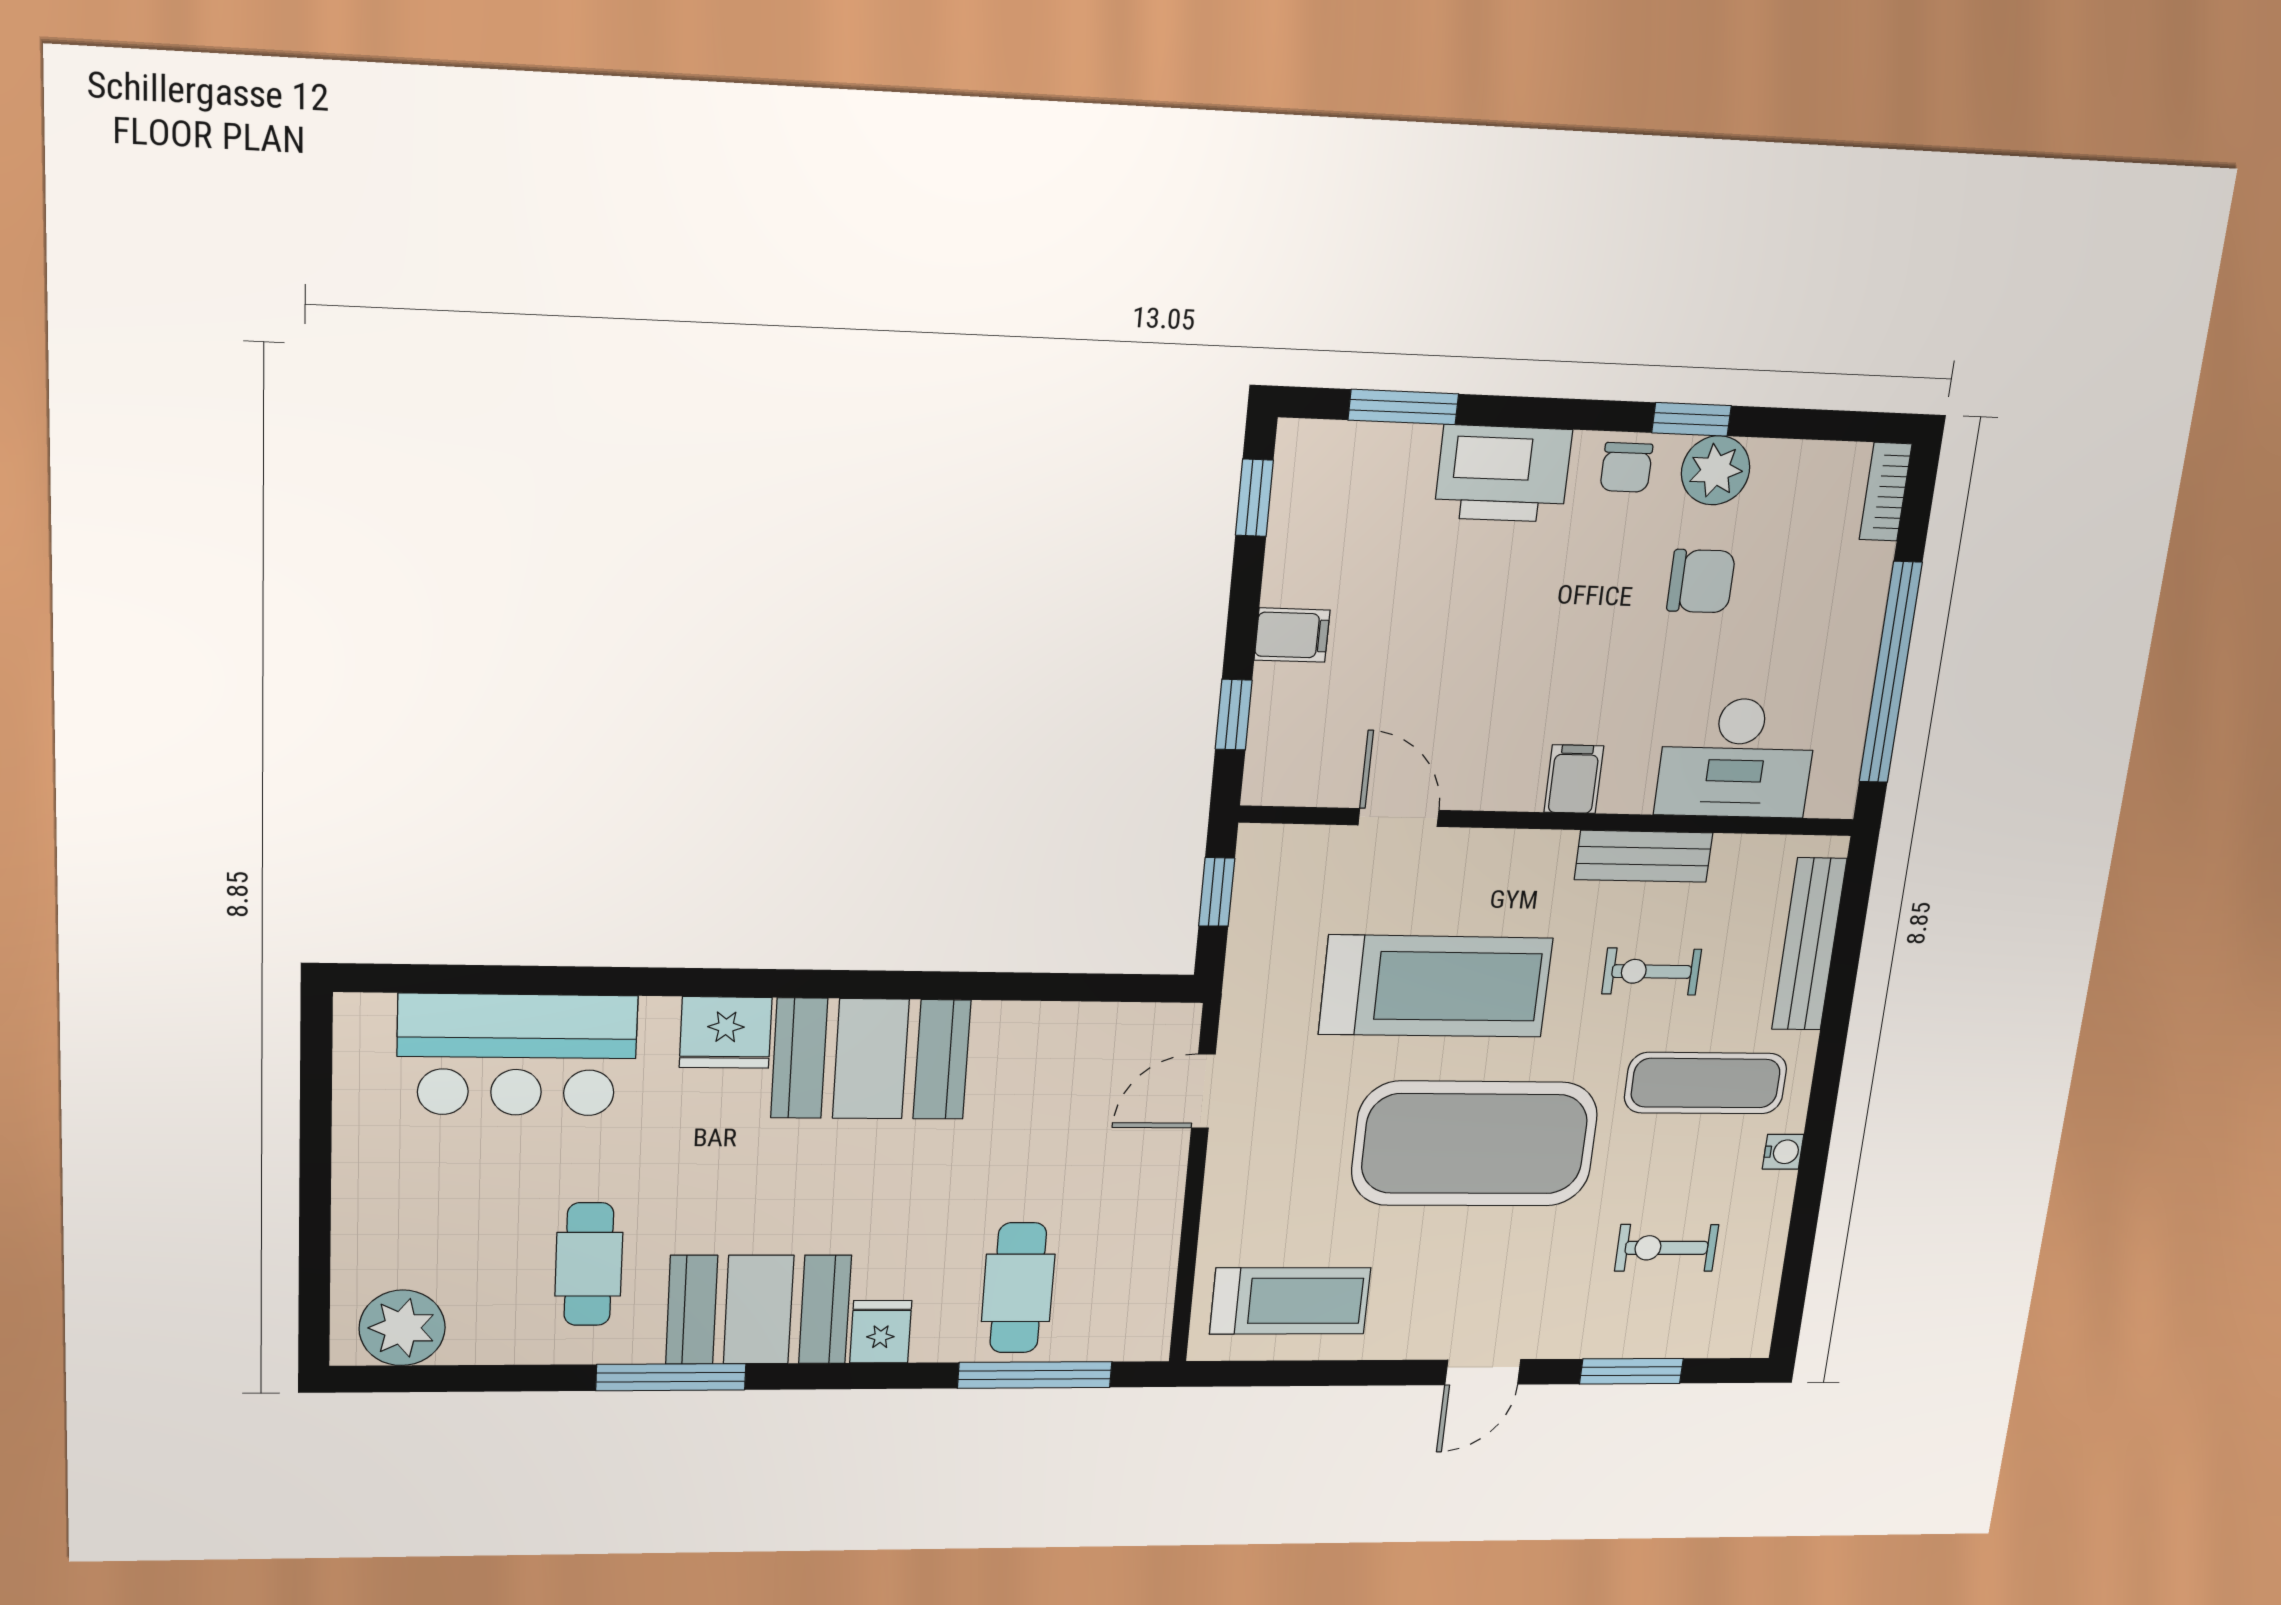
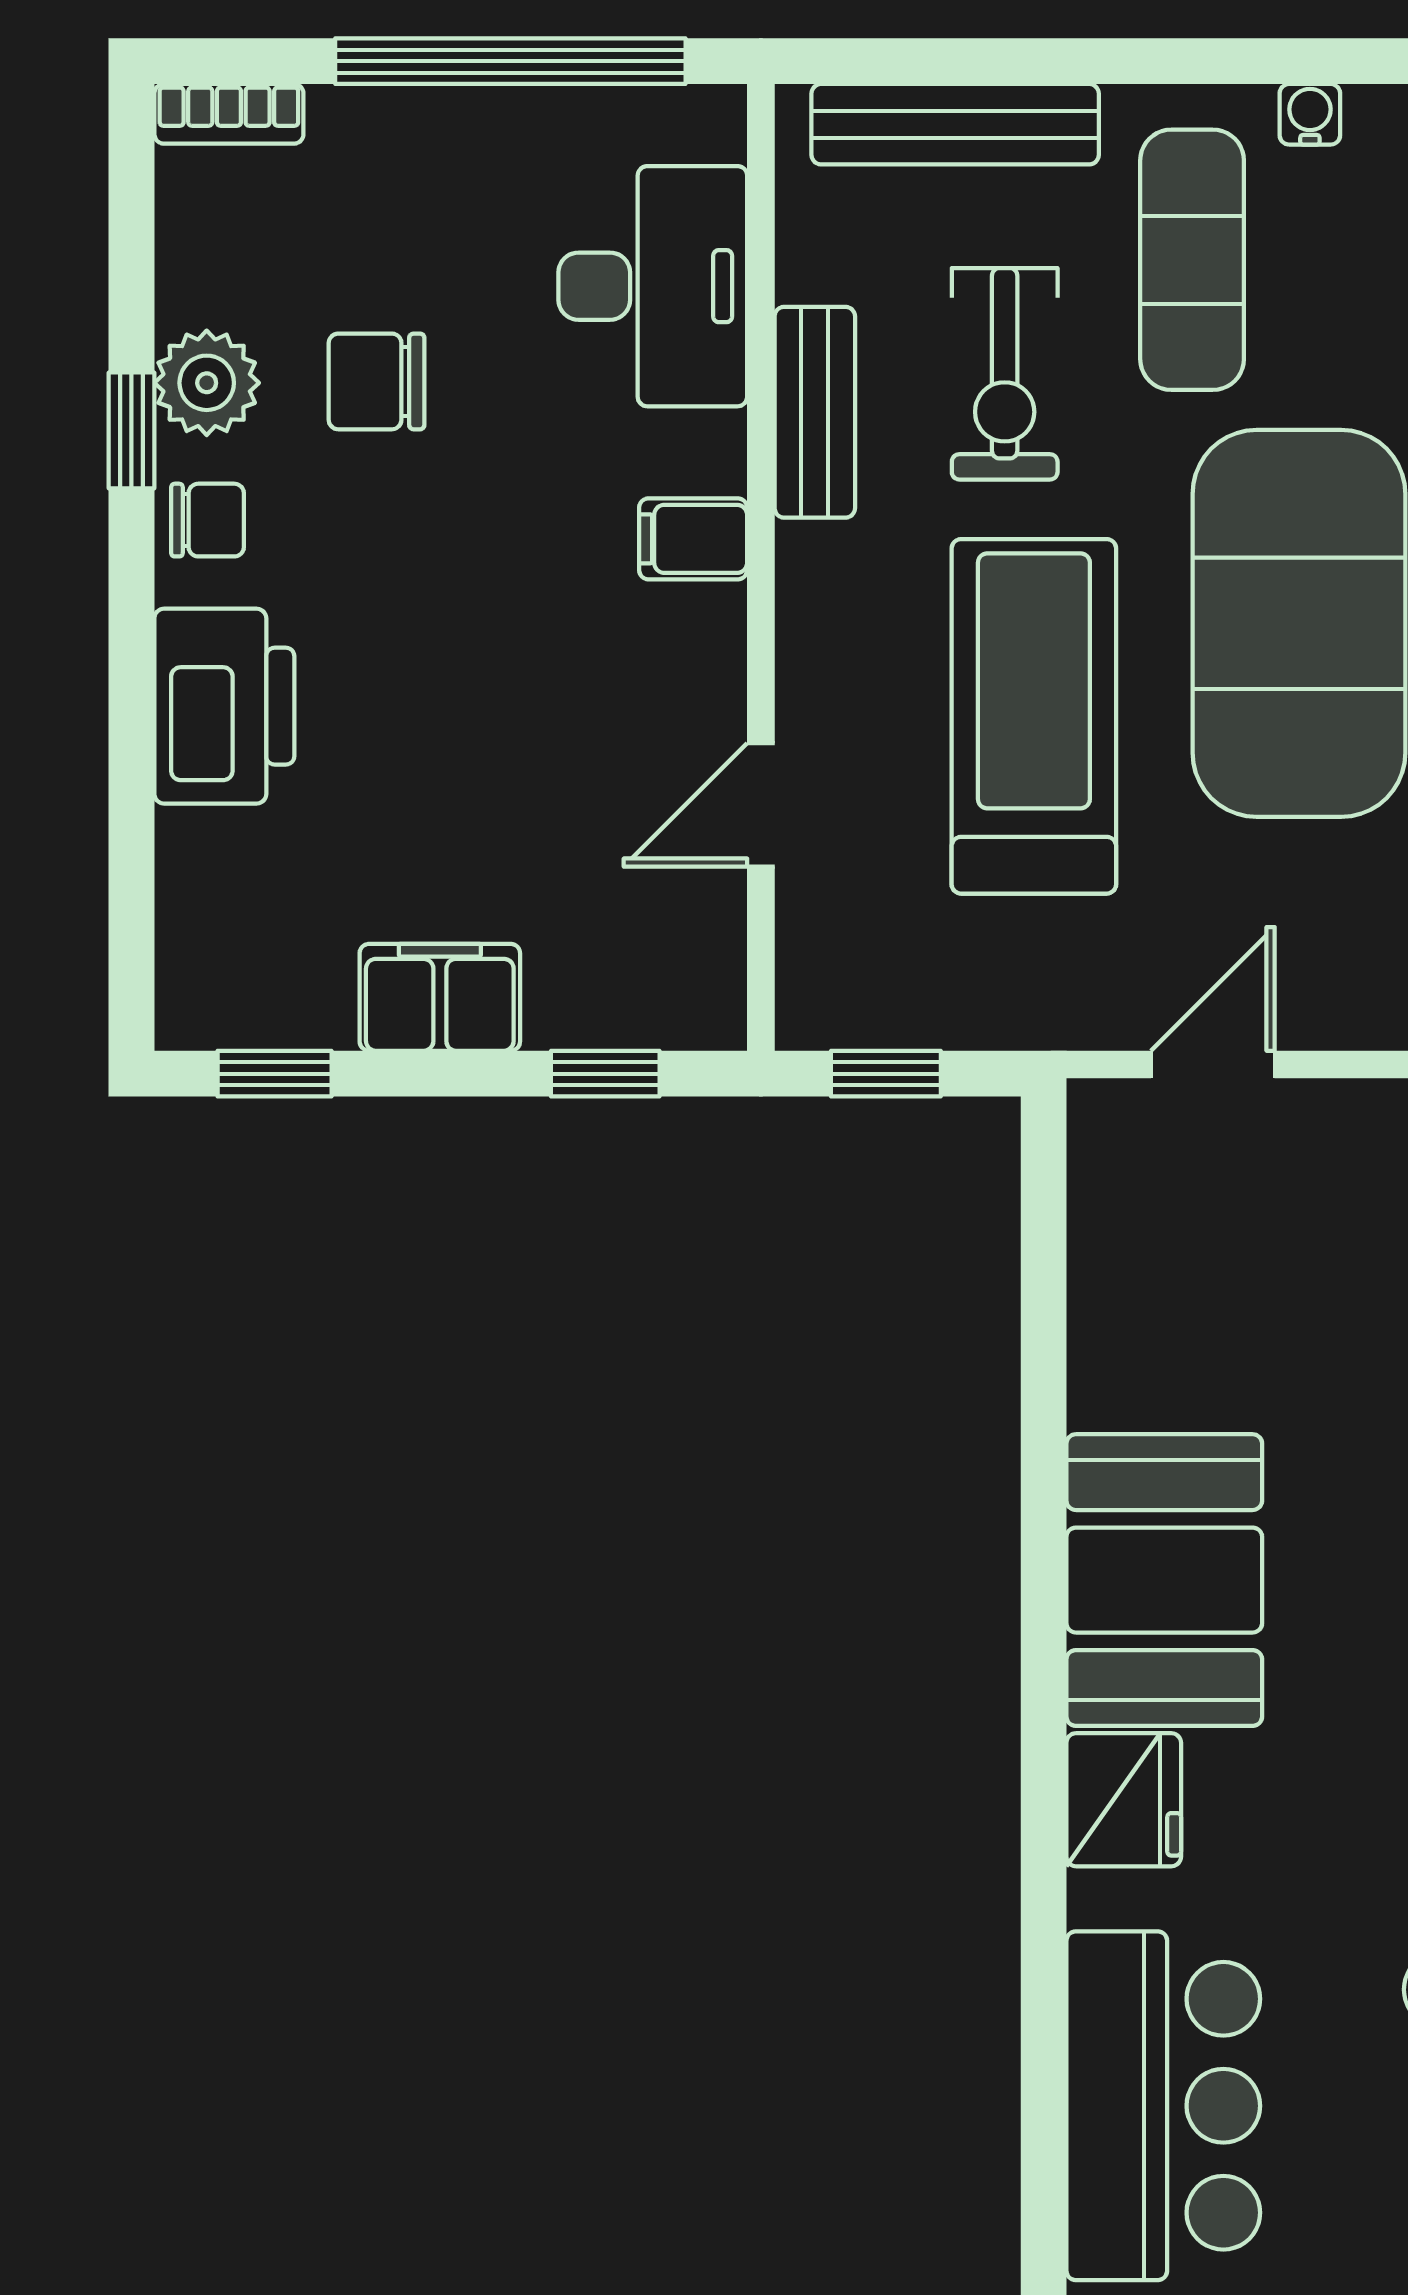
window: (1403, 407) -> (131, 867), removed
chair: (1701, 581) -> (377, 381), turned -90
filing cabinet: (1292, 635) -> (440, 997), width x2.00
exercise bike: (1652, 972) -> (1005, 374), width x1.38, depth x1.39
door: (1203, 1091) -> (1213, 1064), swing flipped

